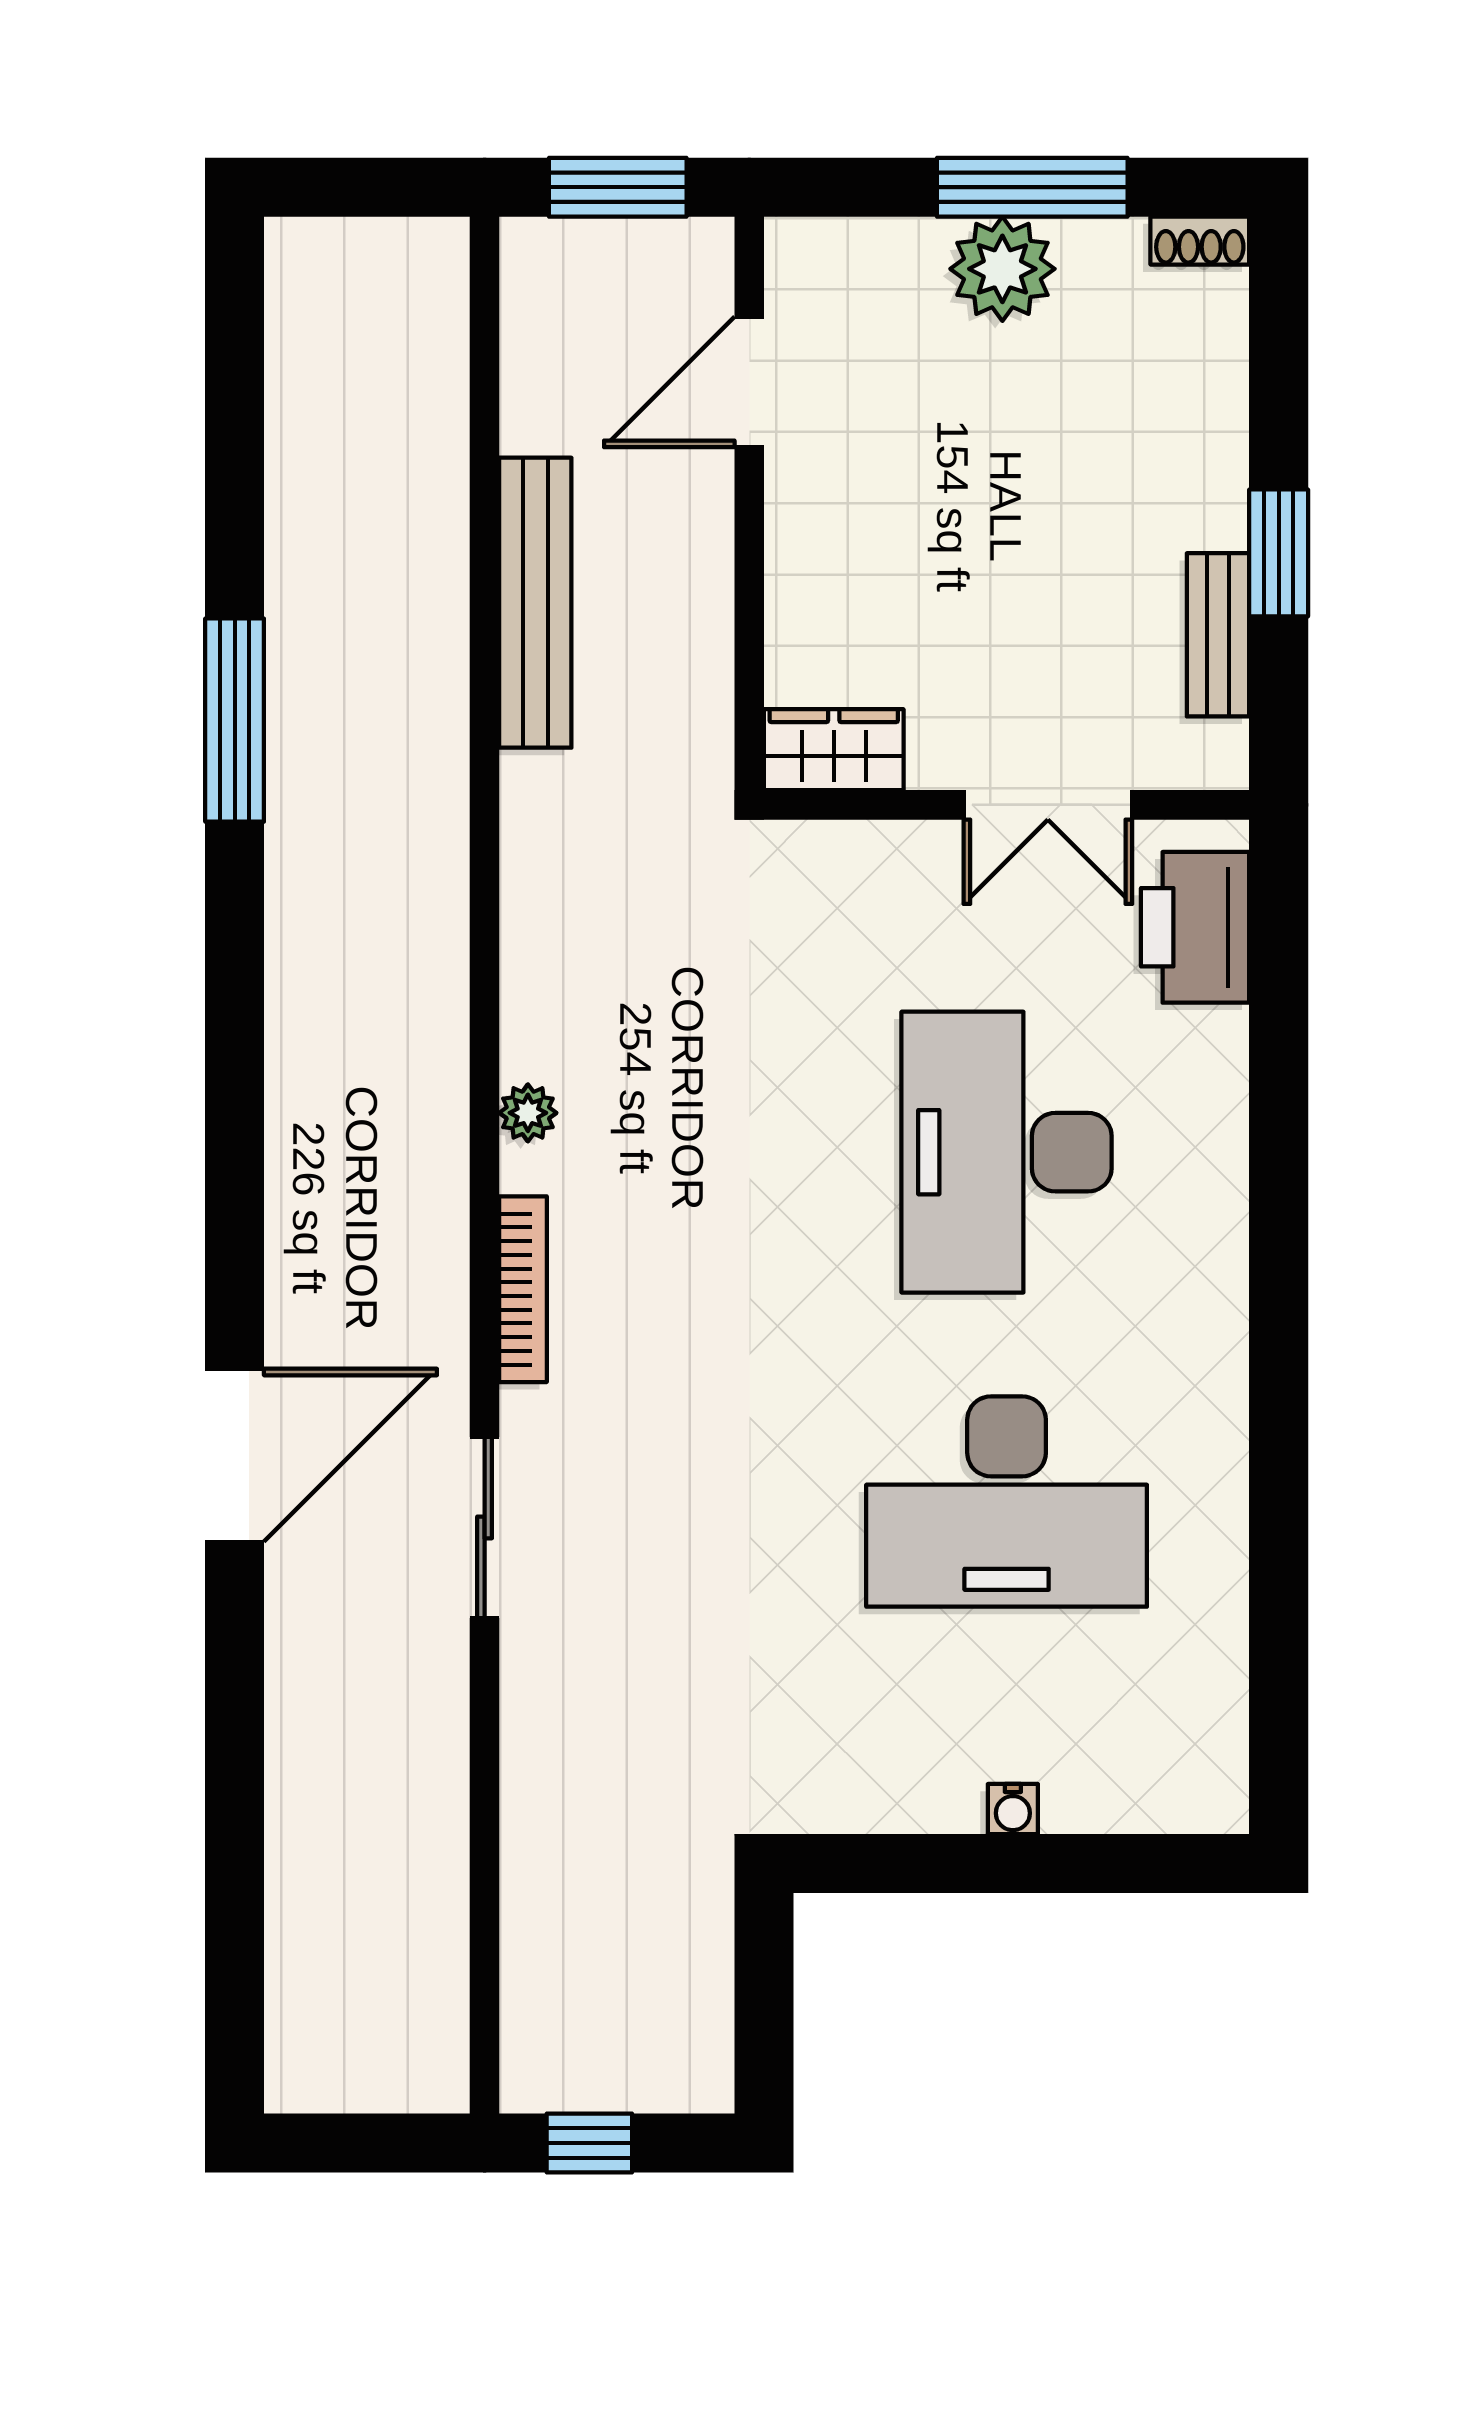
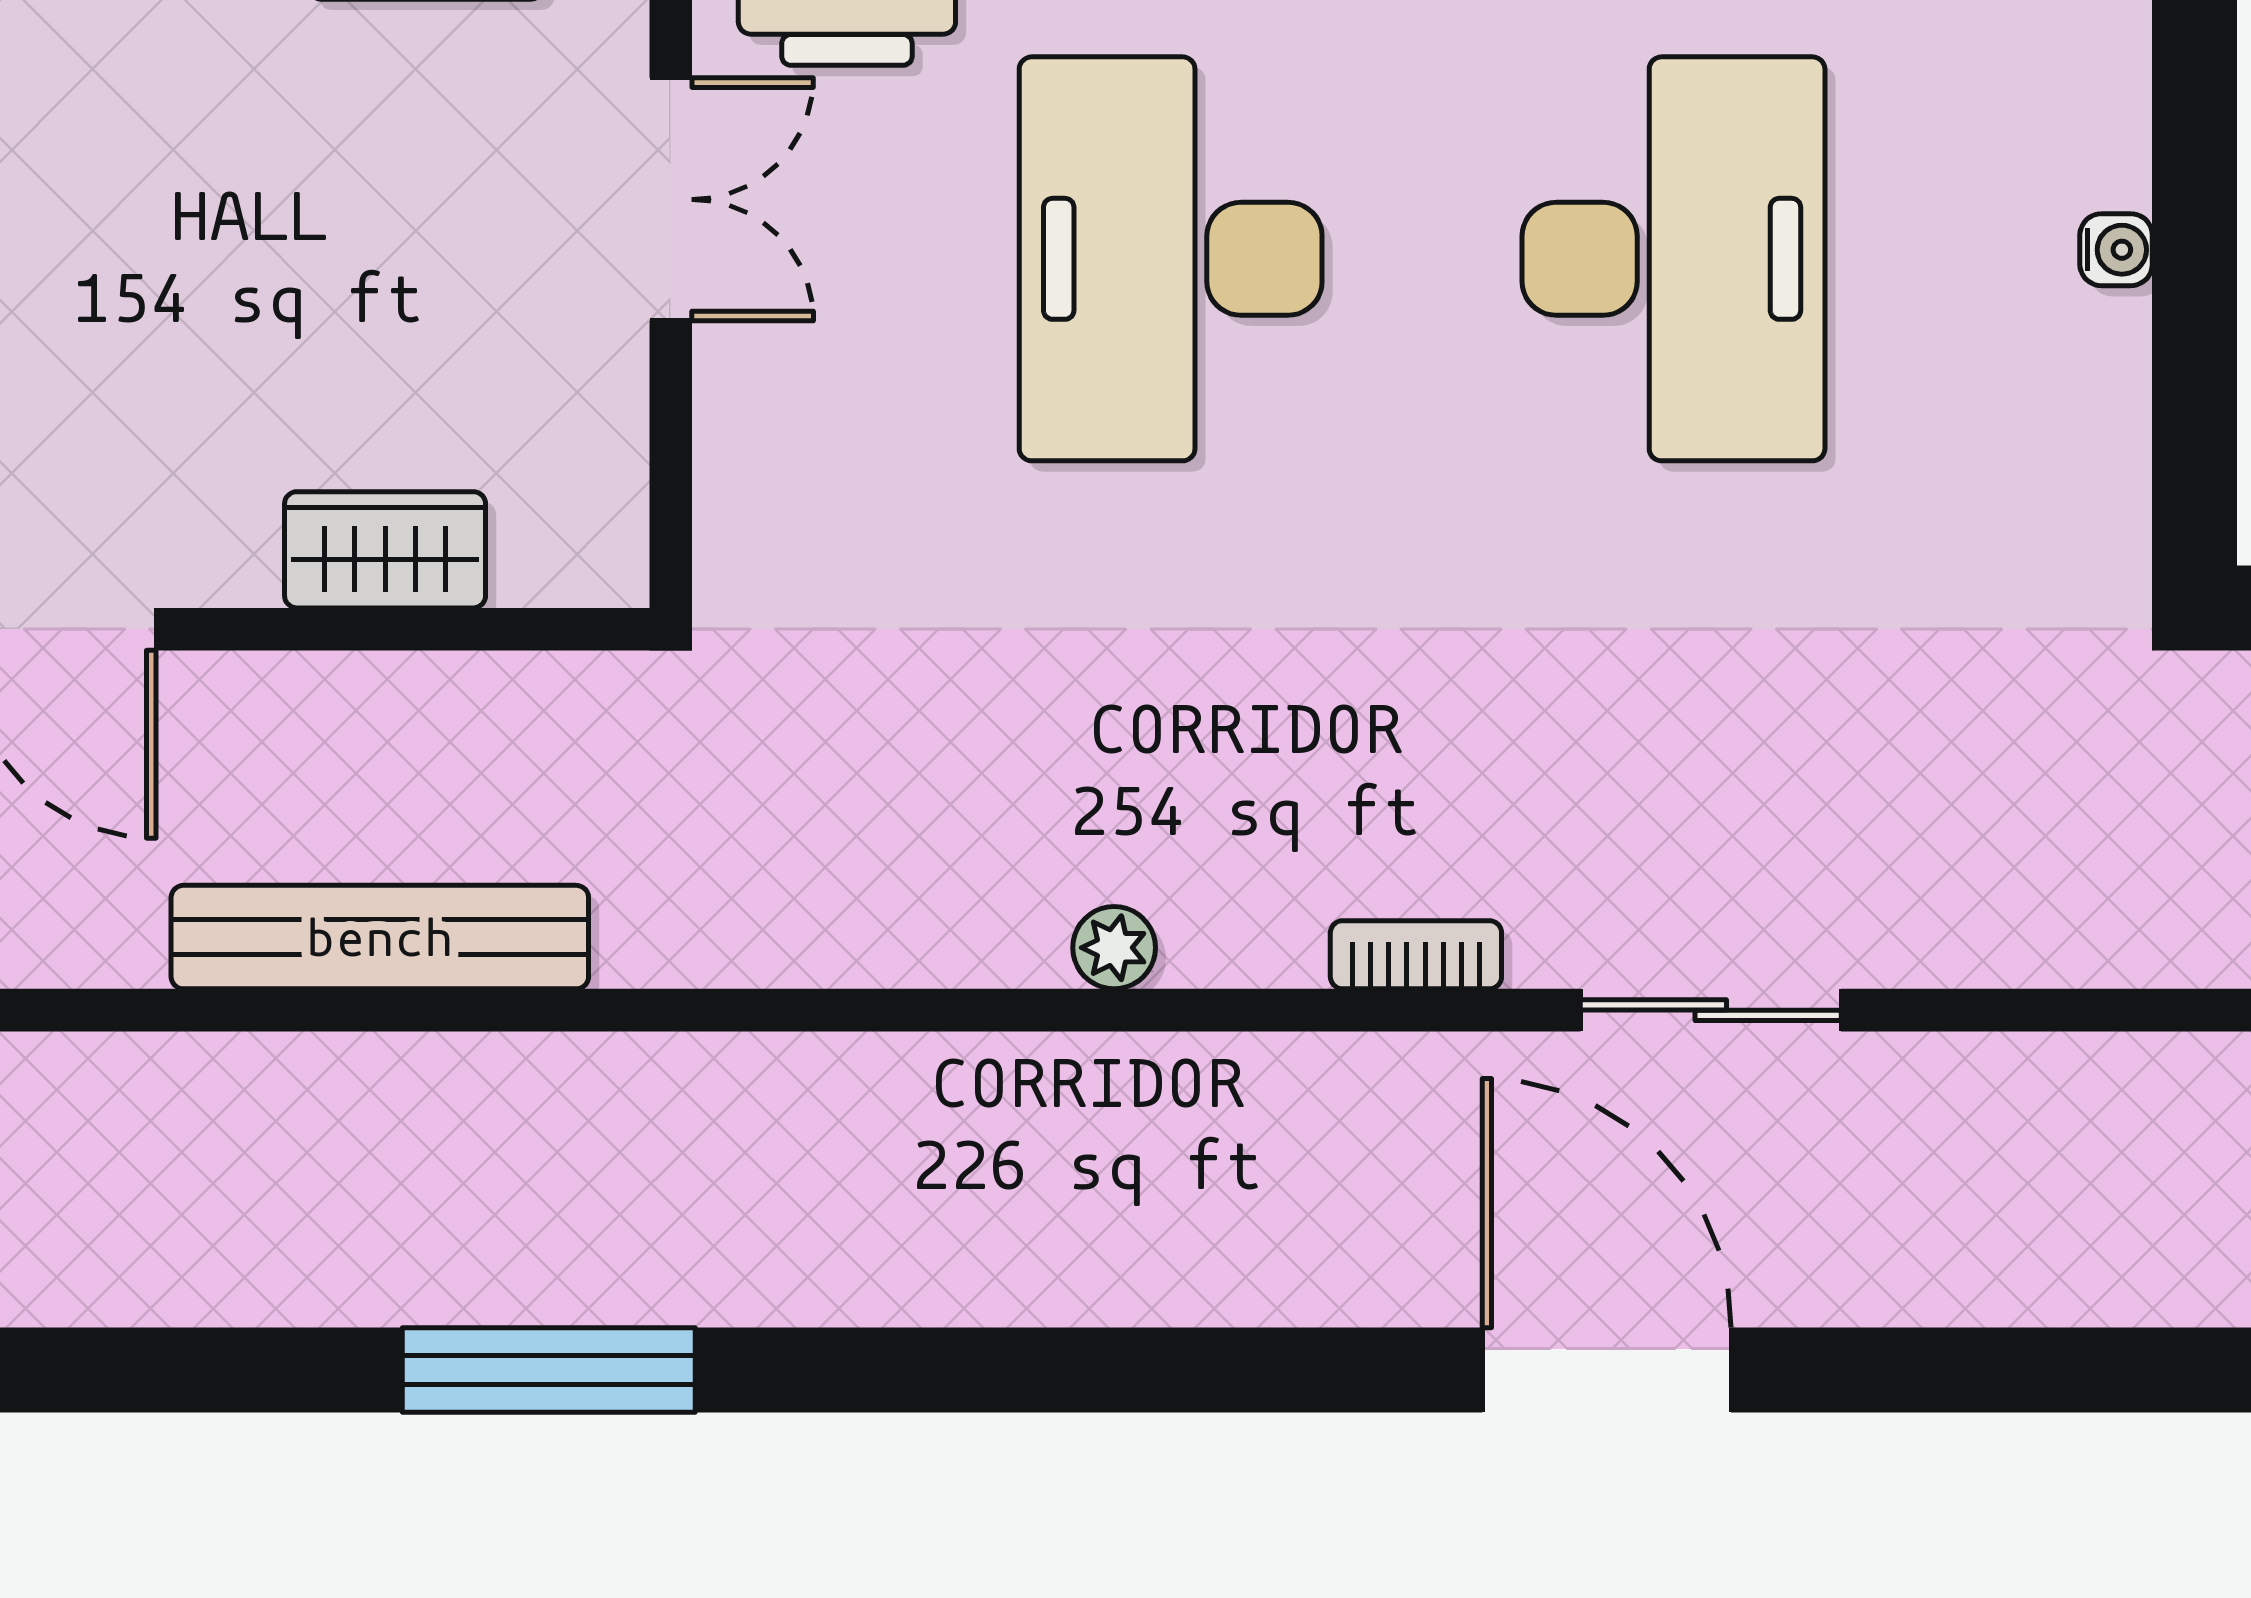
wardrobe: (834, 750) -> (385, 550), moved, turned 90
desk: (1007, 1152) -> (1171, 259), turned 90
bookcase: (523, 1289) -> (1416, 955), width x0.64

